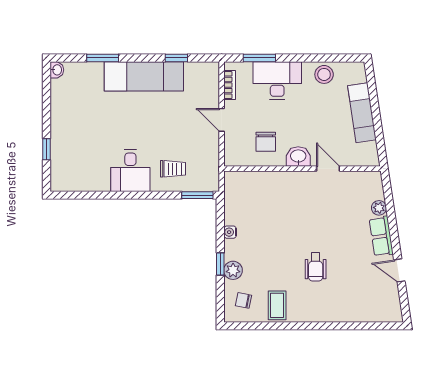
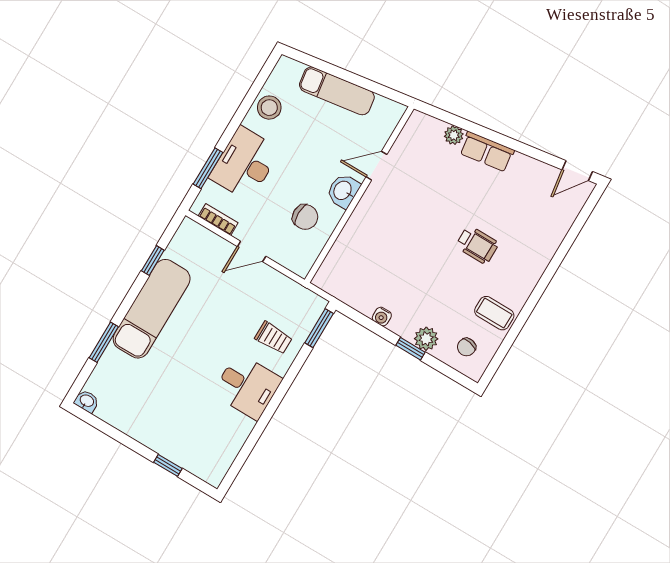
trolley: (173, 169) -> (274, 338), turned 90
door: (399, 270) -> (577, 171), moved

